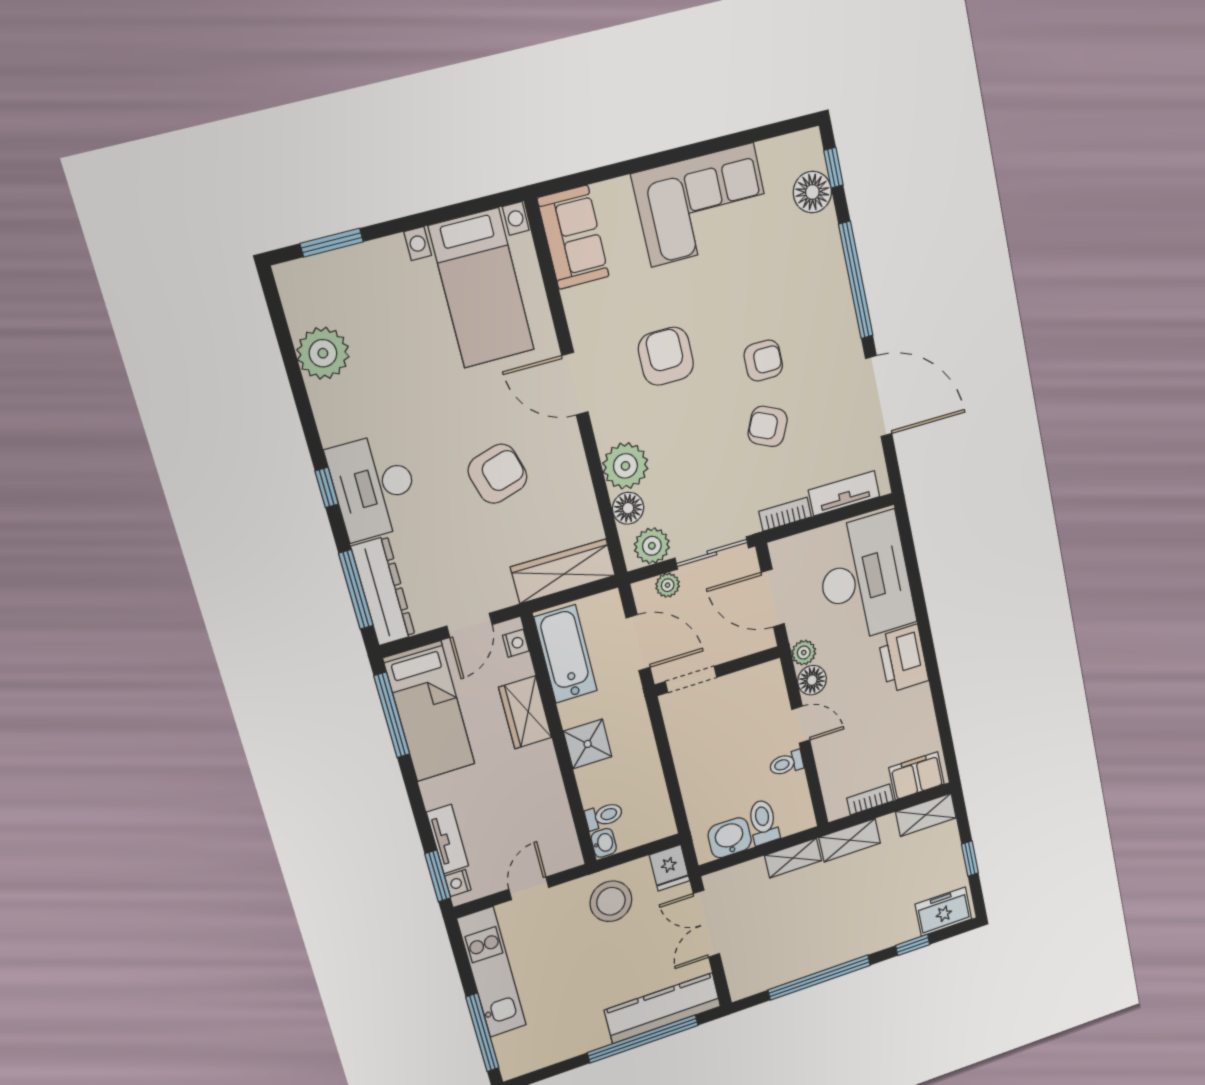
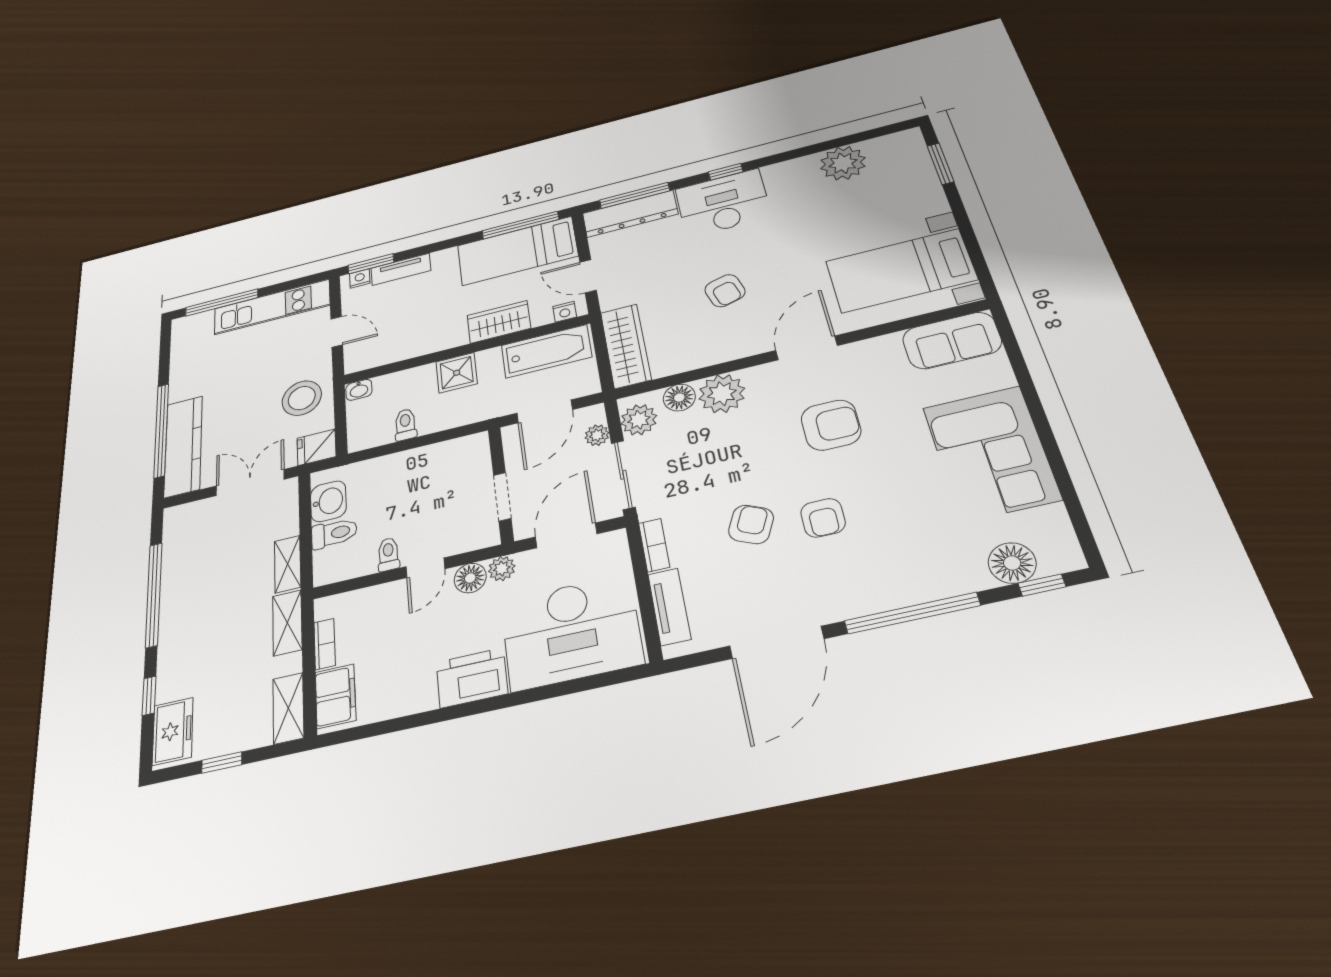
armchair: (498, 474) -> (725, 291), width x0.72, depth x0.72
doorway: (691, 679) -> (502, 497), moved
toilet: (604, 816) -> (405, 425), moved, turned 180

